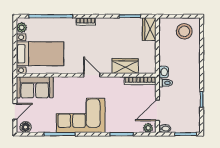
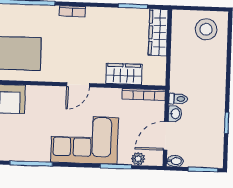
wardrobe: (149, 29) -> (158, 33), width x1.50
washbasin: (164, 72) -> (175, 114), moved
door: (92, 75) -> (78, 85), swing flipped
corner sofa: (81, 115) -> (85, 140), moved
plant: (148, 128) -> (138, 159), moved

